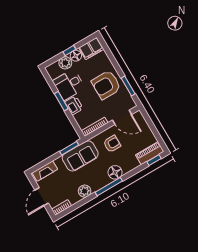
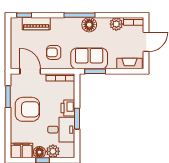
piano: (150, 153) -> (36, 24), moved
floor lamp: (115, 172) -> (89, 25), moved
plant: (85, 191) -> (116, 24), moved

